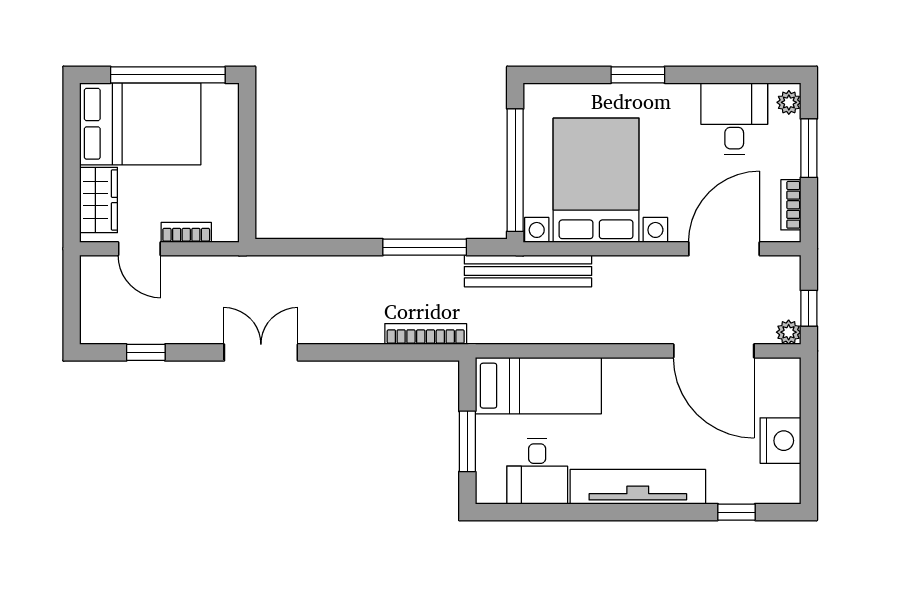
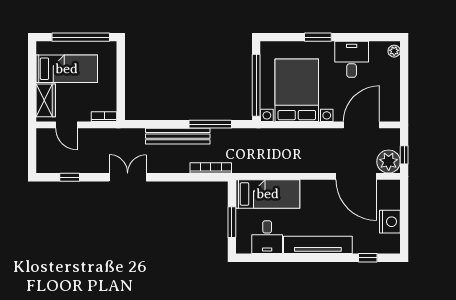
desk: (734, 119) -> (352, 59), moved
bed: (140, 124) -> (67, 69), width x0.67
window: (809, 148) -> (404, 74), removed
bookcase: (791, 205) -> (395, 103), removed
bookcase: (186, 232) -> (104, 117), moved
bench: (528, 271) -> (178, 136), moved
plant: (789, 332) -> (389, 162), width x1.87, depth x1.87

